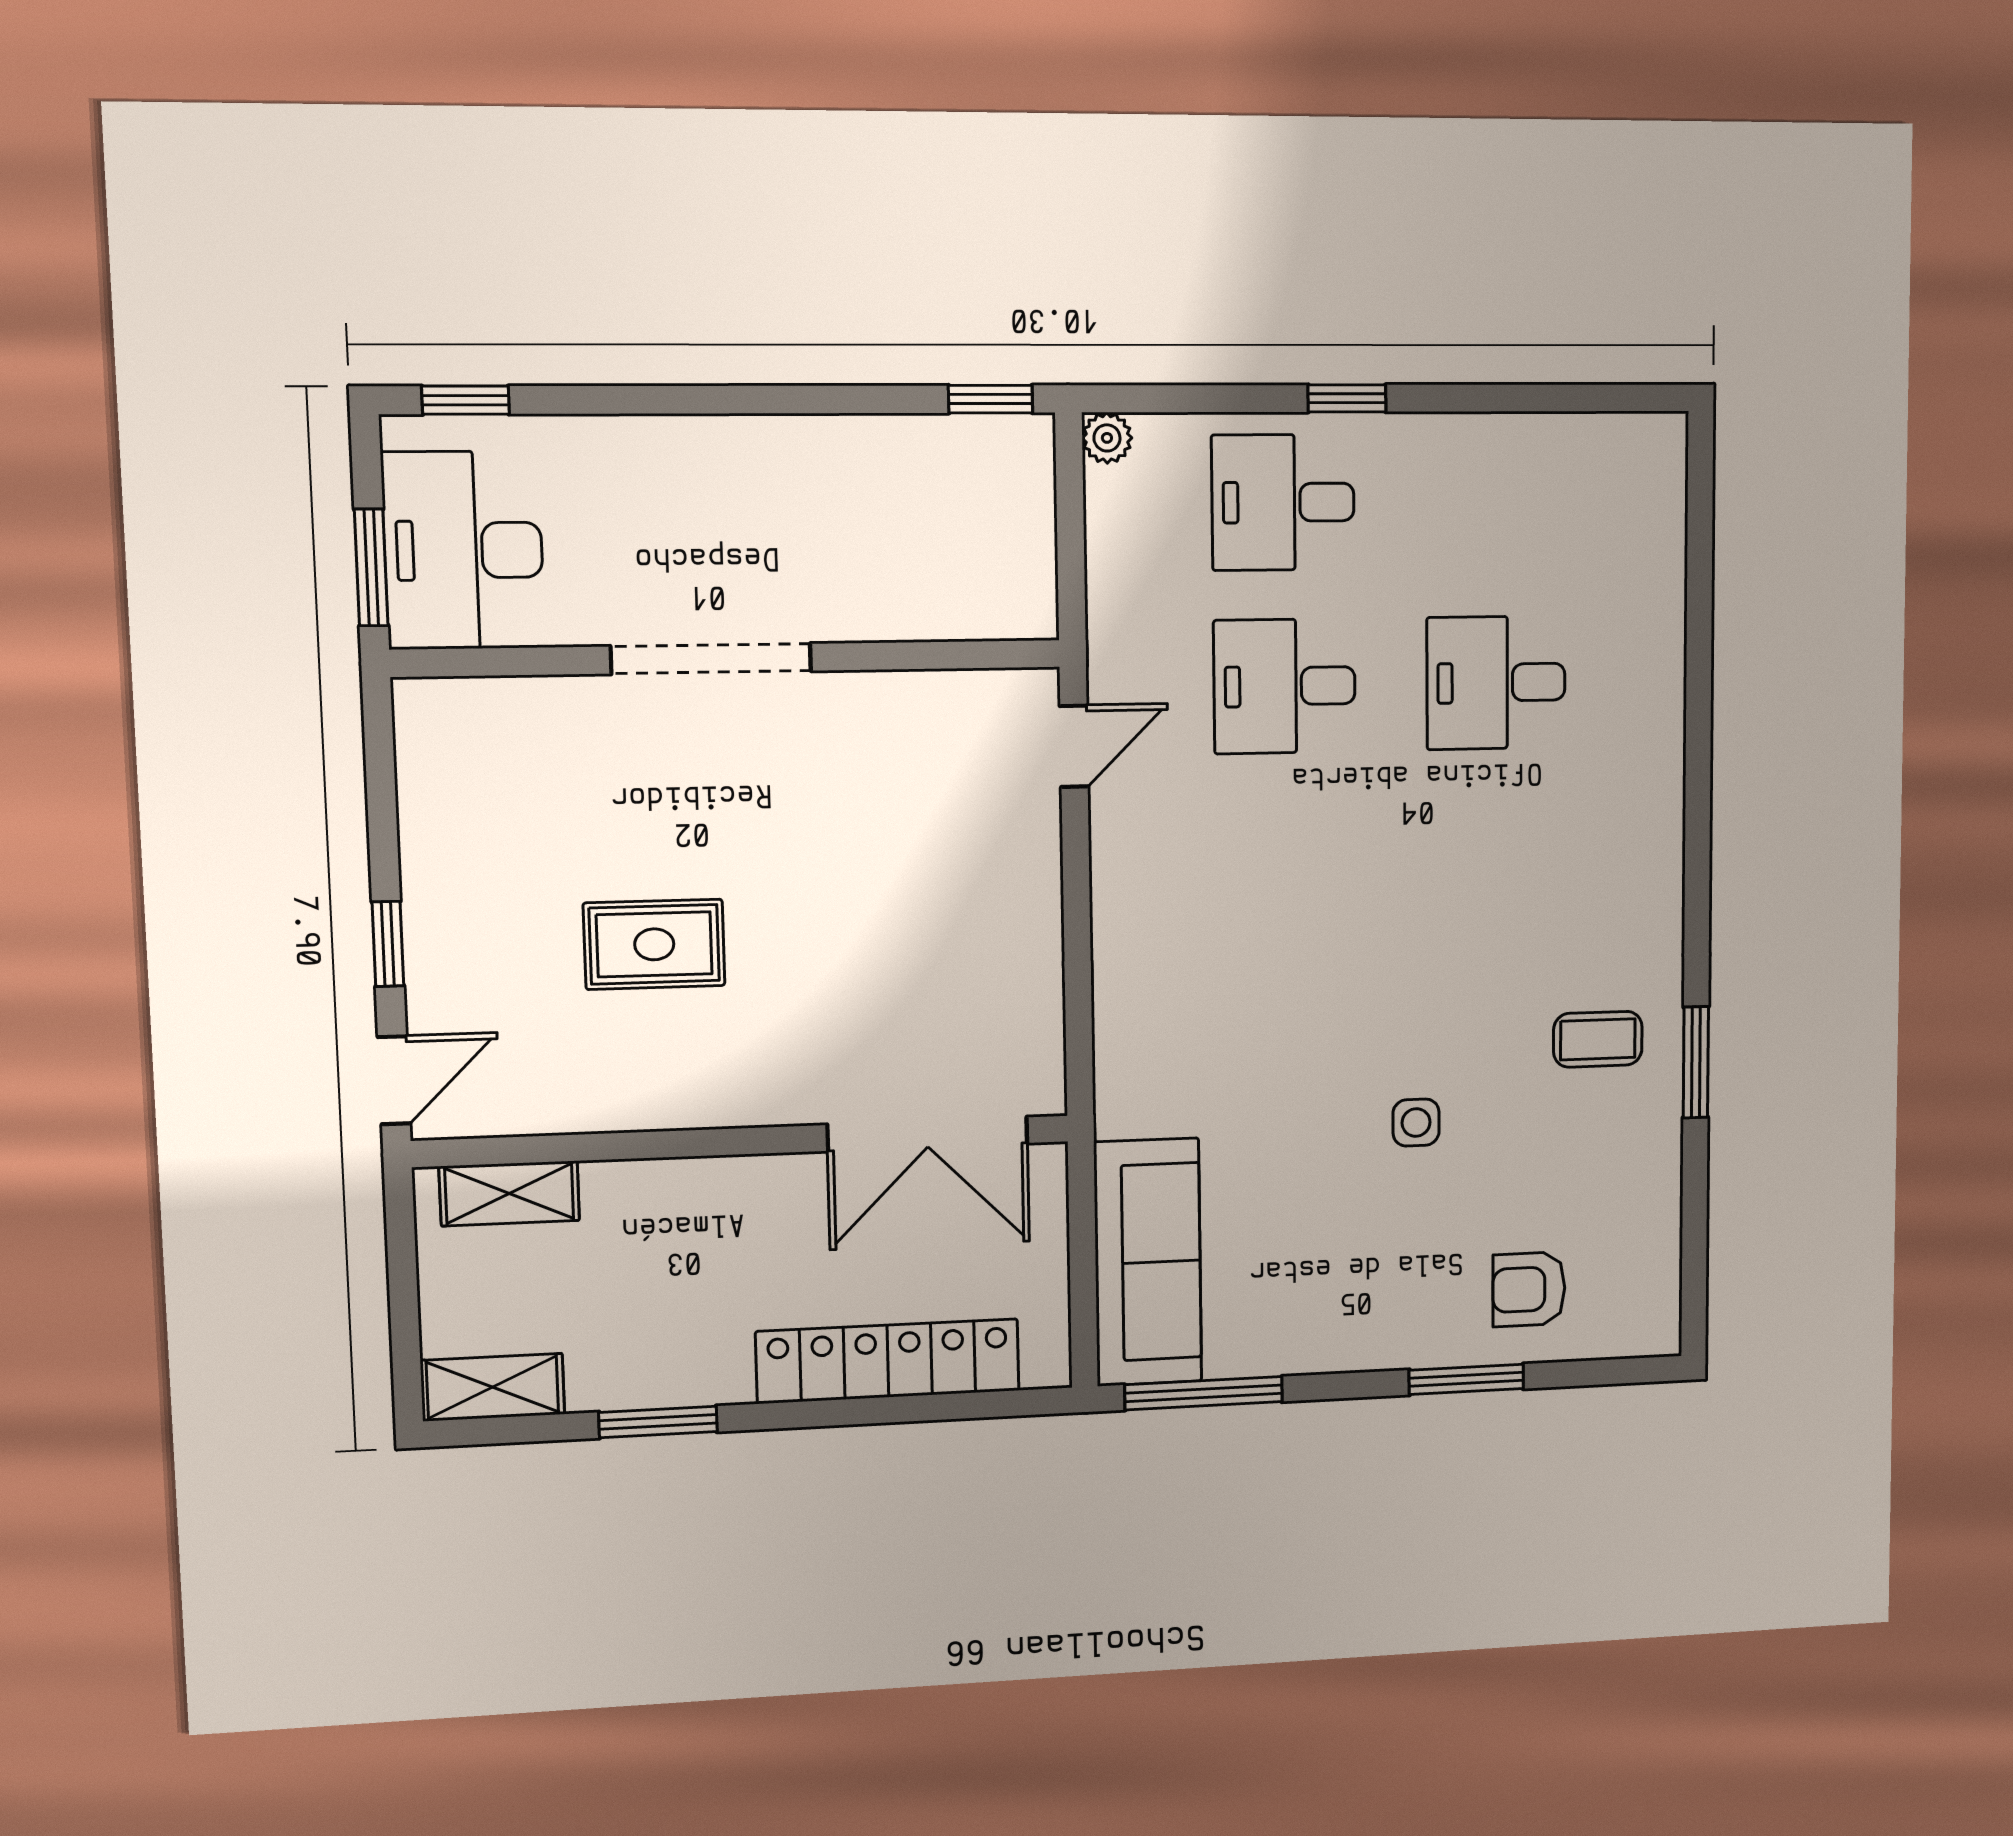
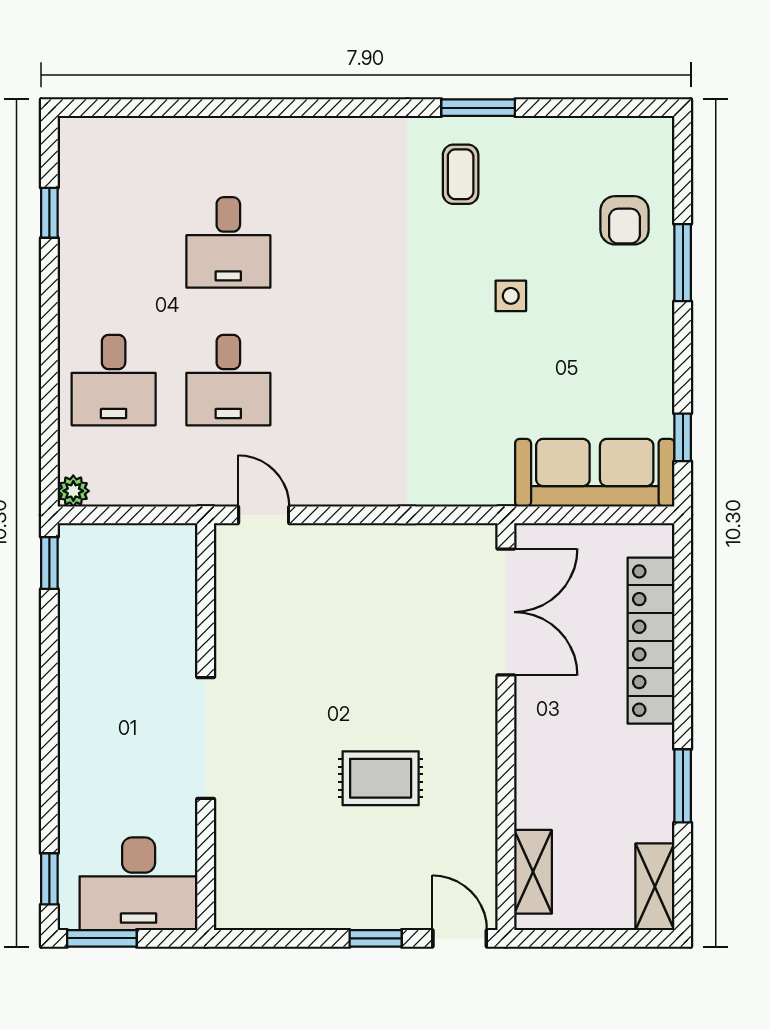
window: (1347, 398) -> (49, 213), moved
window: (371, 568) -> (102, 938), moved
rug: (654, 944) -> (381, 778), turned 90
window: (1204, 1393) -> (683, 437), width x0.46

